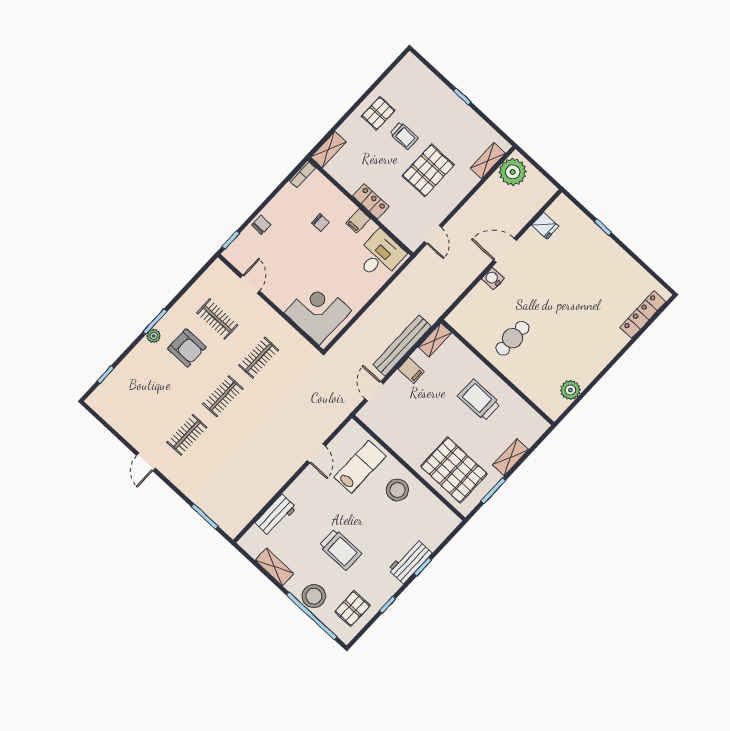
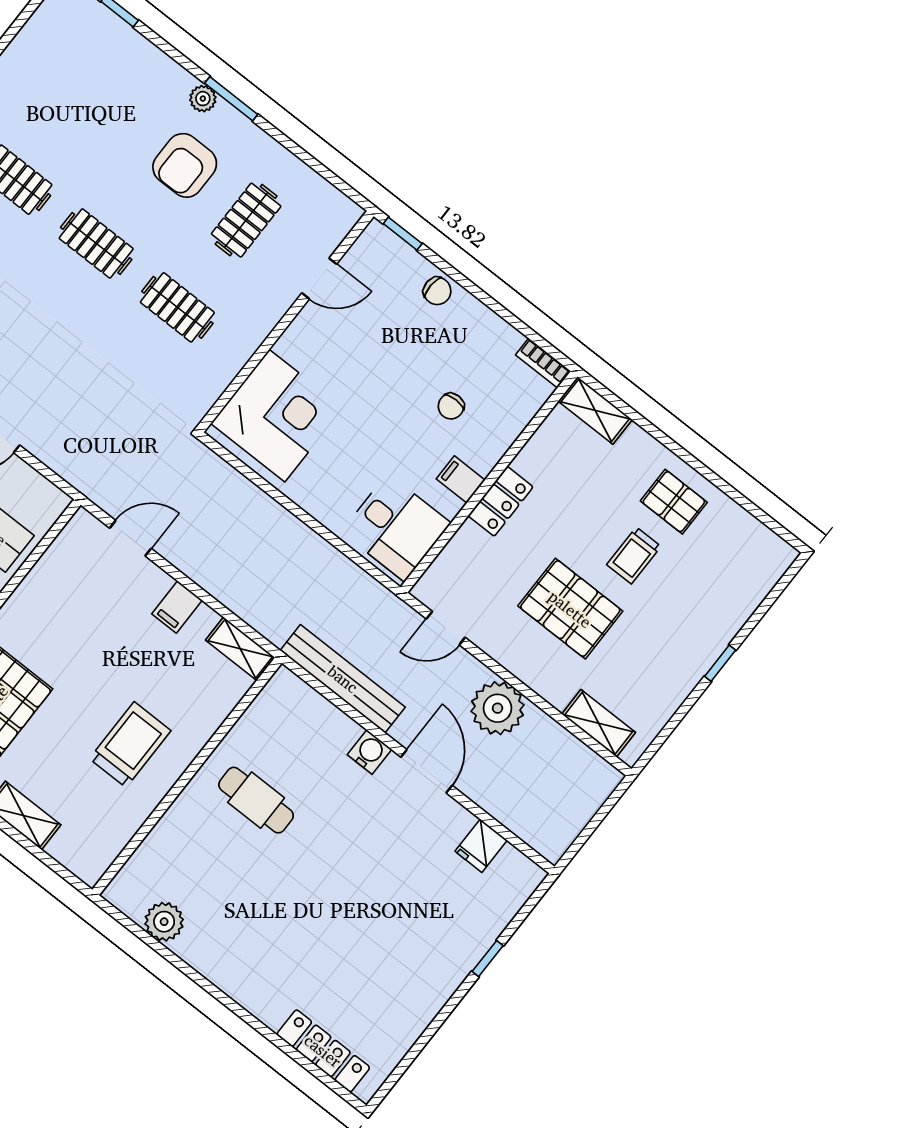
plant: (513, 172) -> (497, 708), moved
bench: (402, 346) -> (343, 679), moved

